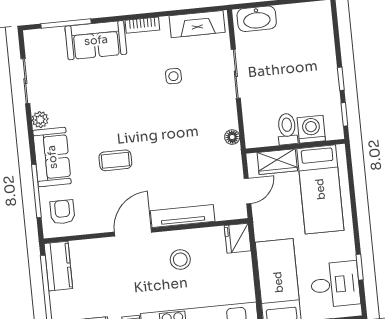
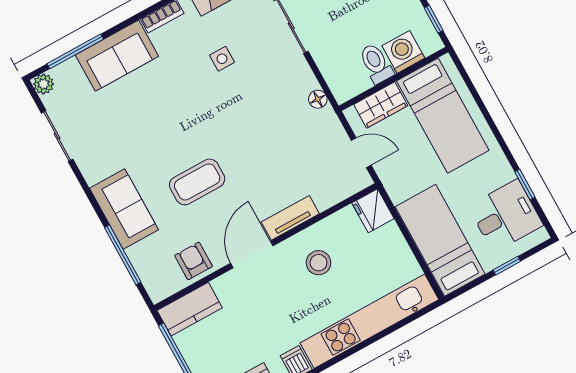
plant: (40, 120) -> (44, 84), moved
coffee table: (115, 160) -> (197, 182), width x1.36, depth x1.30
door: (247, 191) -> (361, 153), hinge flipped
armchair: (62, 212) -> (193, 261), moved
tv unit: (183, 216) -> (290, 218), width x0.71
kitchen counter: (58, 266) -> (190, 309), moved, turned 90

